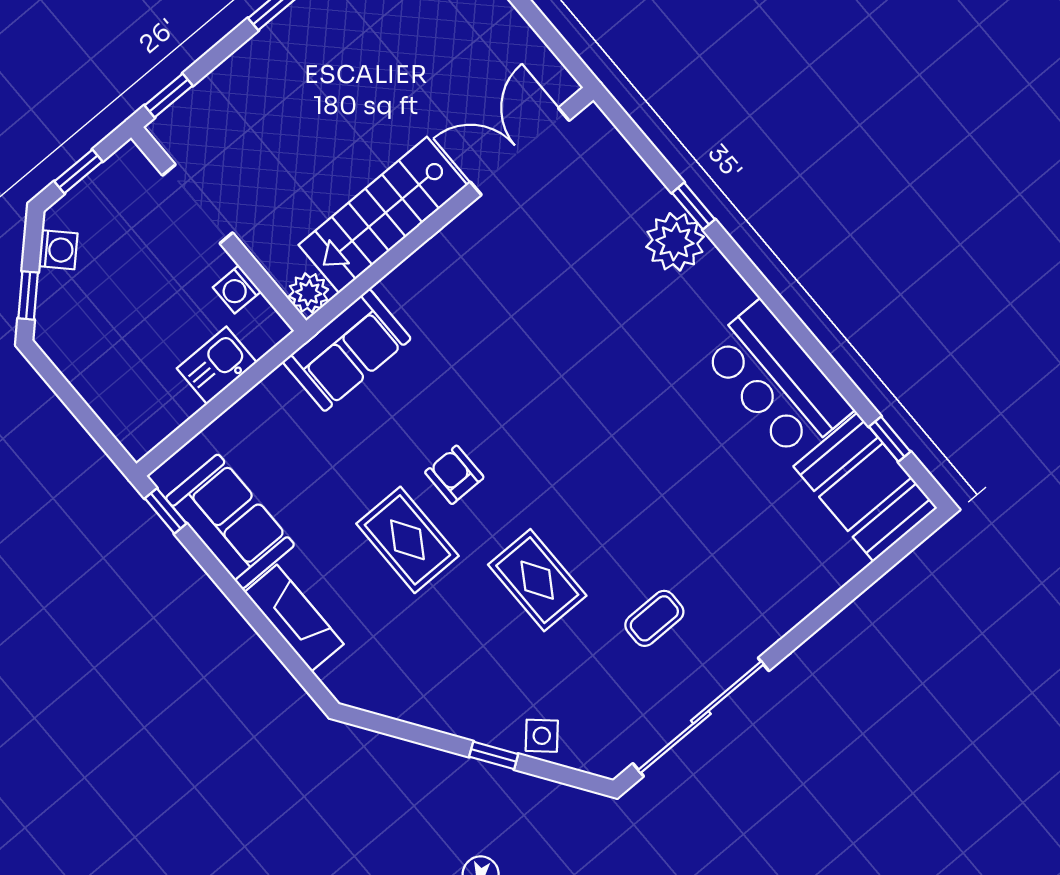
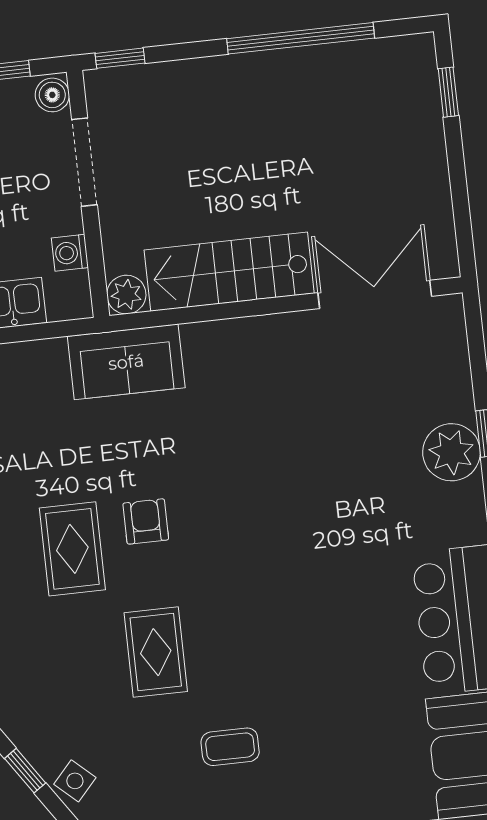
boiler: (132, 165) -> (52, 95), added

